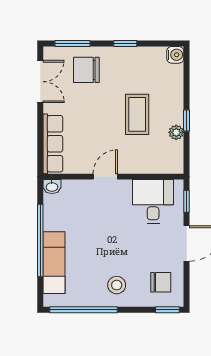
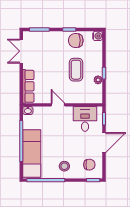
chair: (86, 70) -> (76, 40), moved
double door: (40, 82) -> (21, 51), swing flipped
door: (105, 177) -> (58, 105), hinge flipped
exam couch: (54, 263) -> (32, 153), width x1.36, depth x1.45

